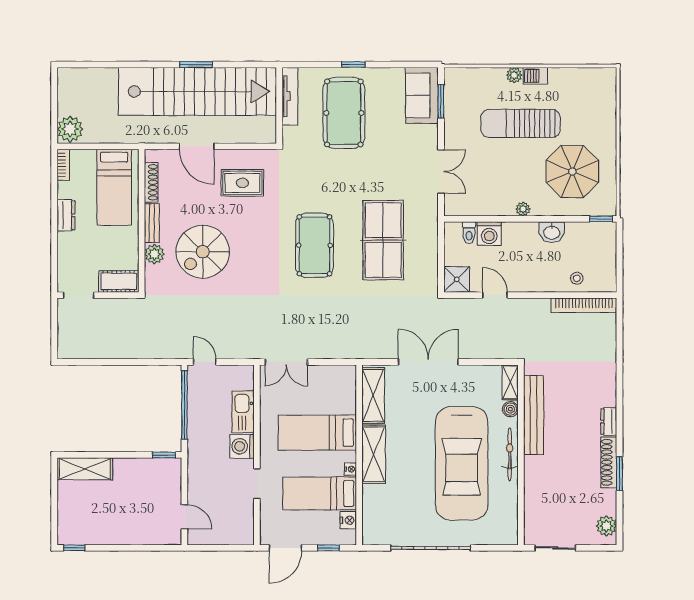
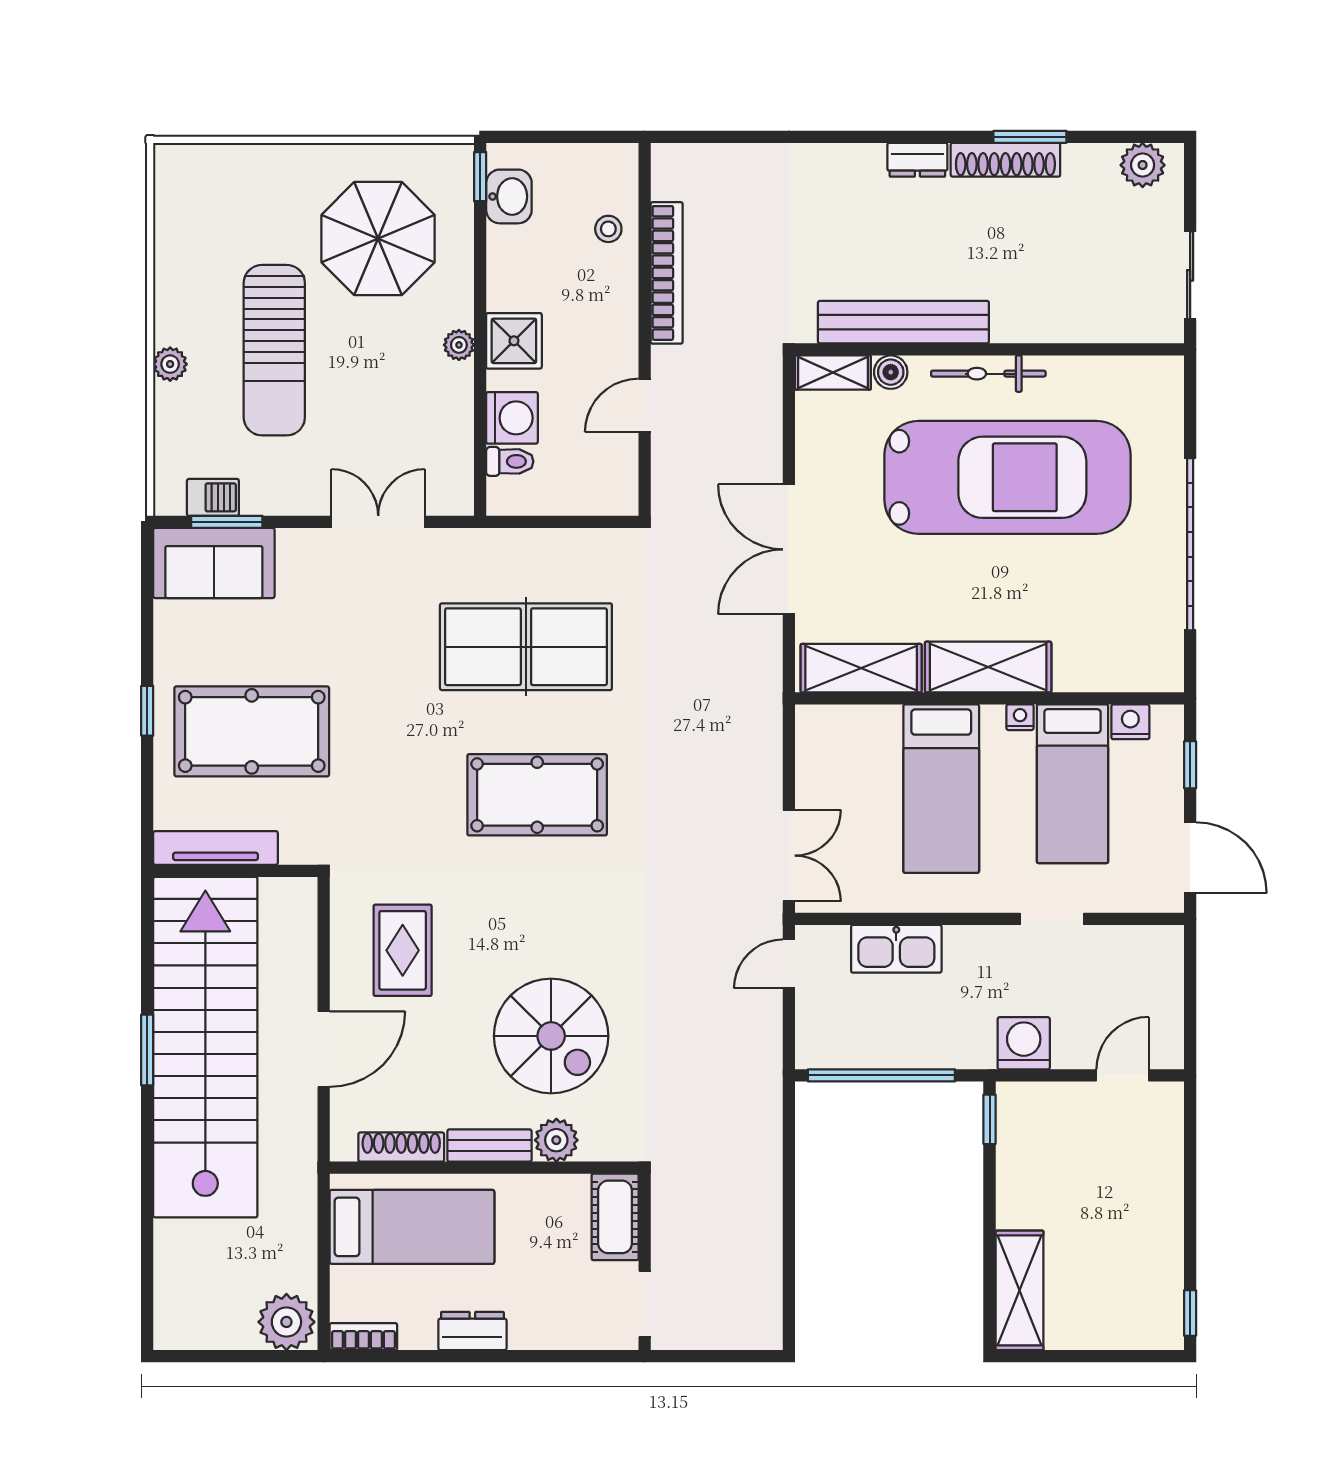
barbecue: (535, 76) -> (213, 497), moved, turned -90
washbasin: (552, 232) -> (509, 196), moved
shower: (457, 279) -> (514, 341), moved
bookcase: (584, 305) -> (667, 273), moved
door: (205, 362) -> (789, 964), moved
washing machine: (242, 446) -> (1024, 1043), moved, turned 180

